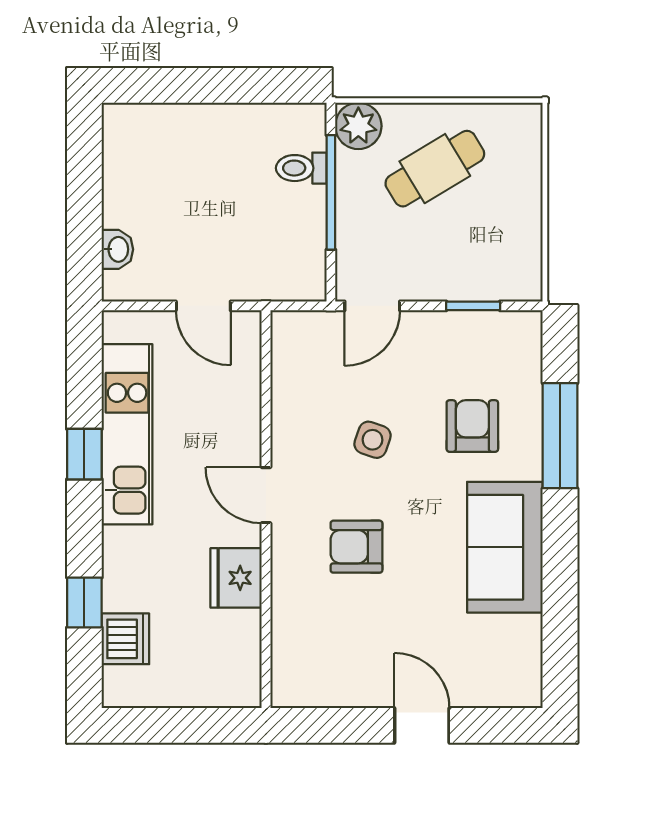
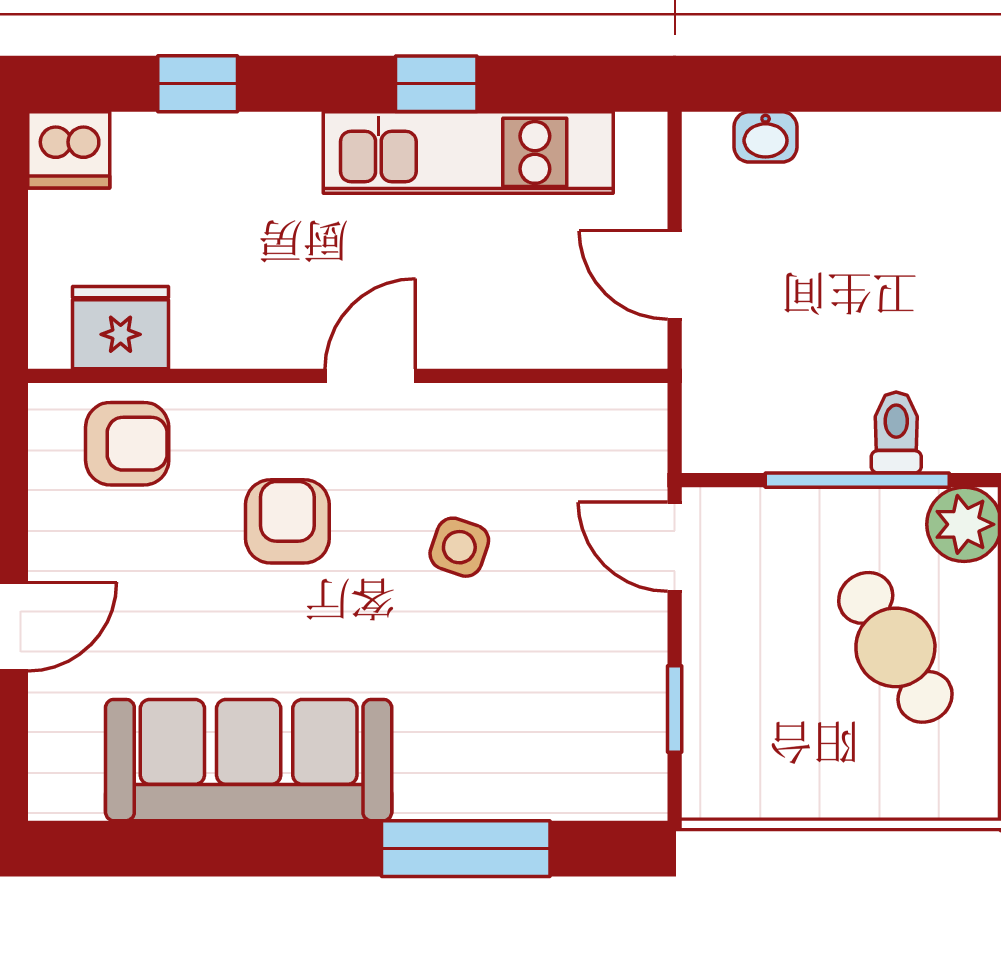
door: (203, 306) -> (675, 275), hinge flipped
armchair: (472, 426) -> (127, 444), moved
sofa: (505, 547) -> (249, 760), width x1.36
fridge: (236, 578) -> (121, 328), moved
dishwasher: (125, 639) -> (69, 150), moved

